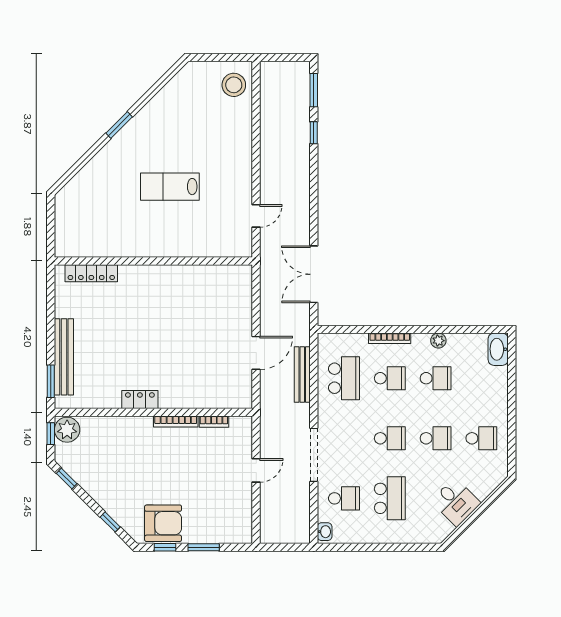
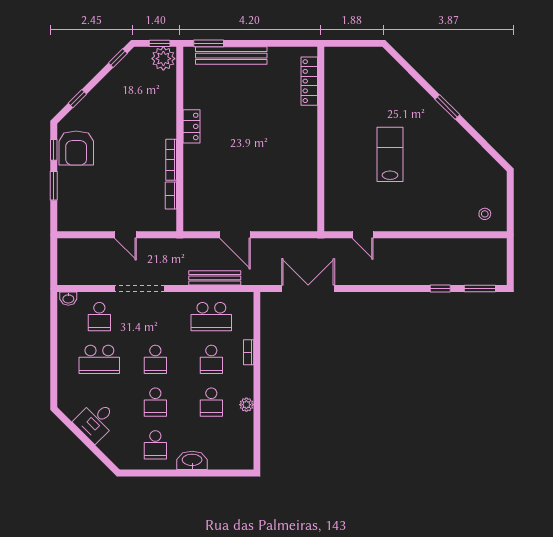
stool: (234, 85) -> (485, 214), width x0.53, depth x0.53
bookcase: (390, 338) -> (249, 352), width x0.64
washbasin: (498, 349) -> (192, 460), moved

